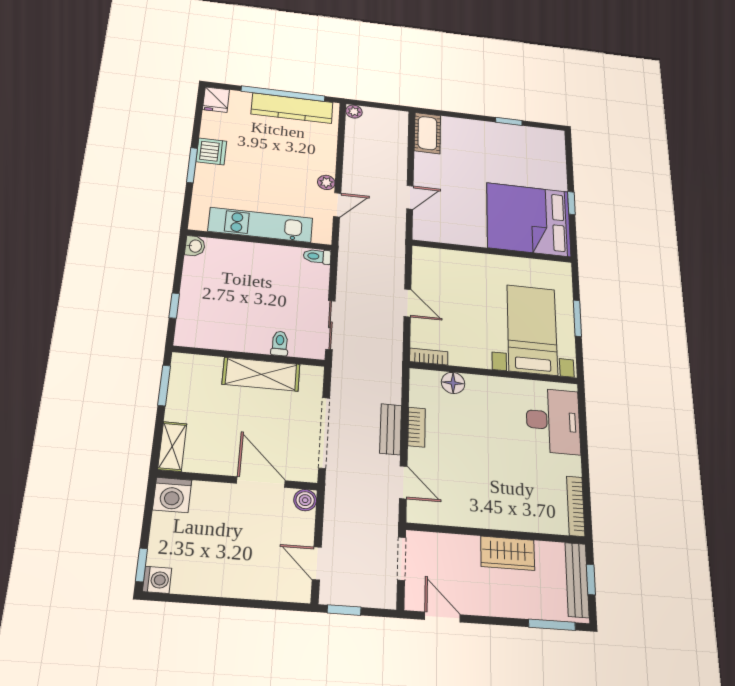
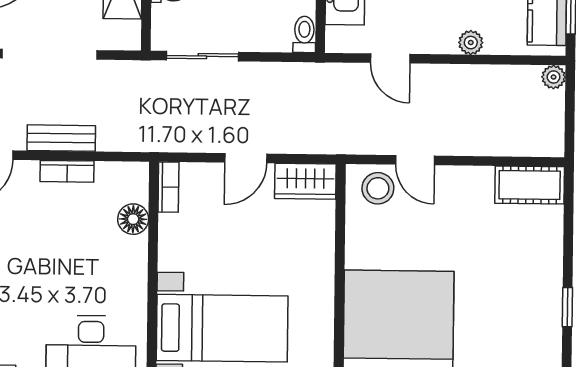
plant: (326, 182) -> (471, 43), moved
stool: (430, 222) -> (378, 188), added
wardrobe: (425, 266) -> (305, 181), added

